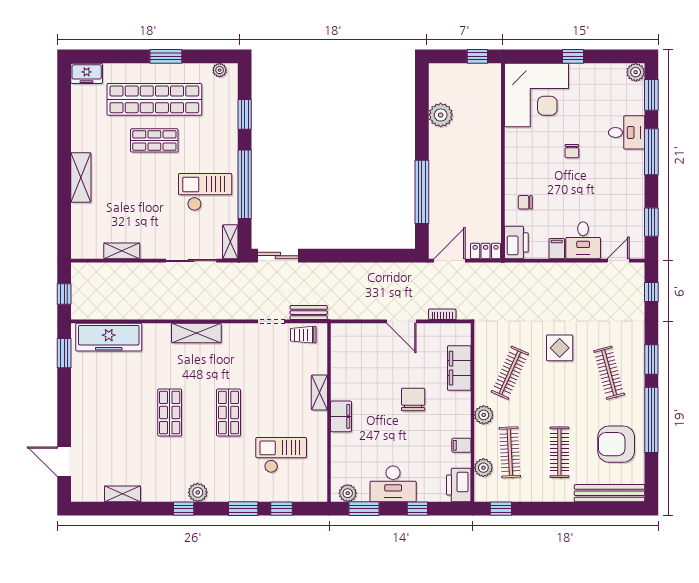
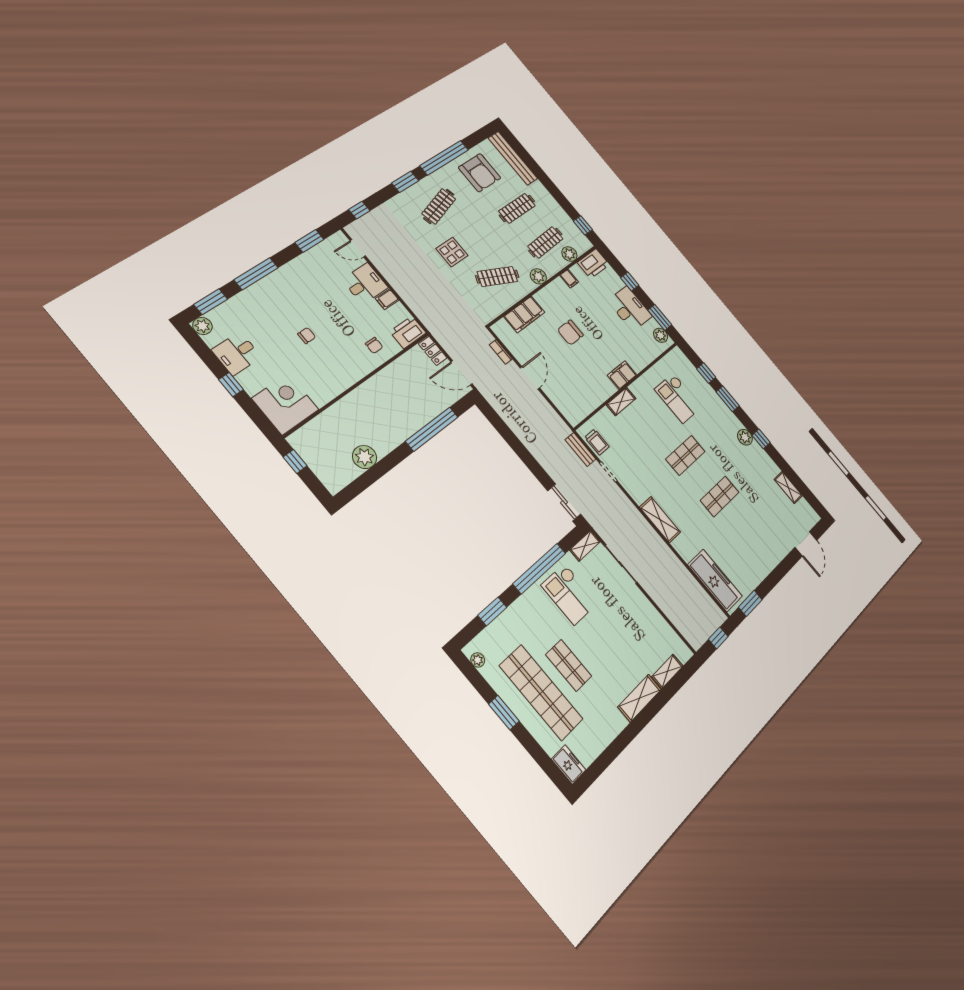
corner desk: (536, 95) -> (285, 404), width x0.74, depth x0.74
desk: (627, 132) -> (237, 353), moved, turned -90
shelving: (122, 251) -> (667, 671), moved, turned 90

